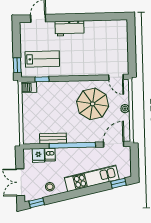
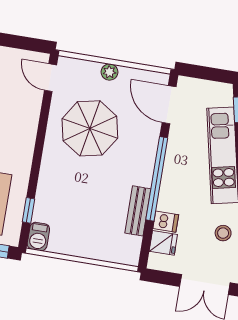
door: (116, 77) -> (50, 78), swing flipped

